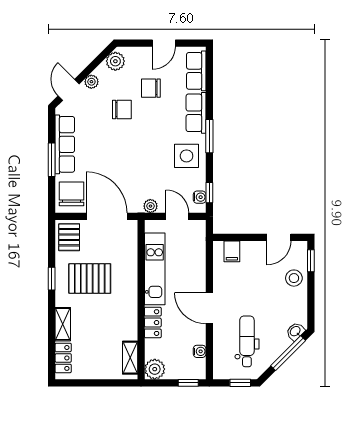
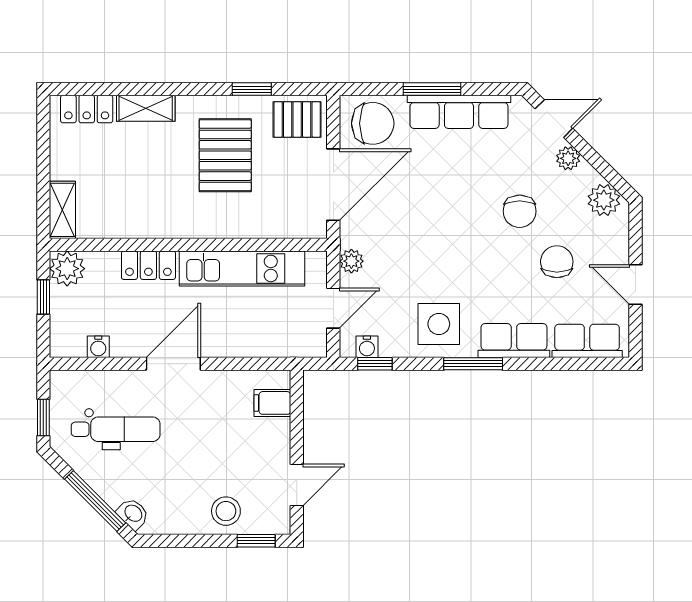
door: (279, 237) -> (297, 485), swing flipped
window: (52, 279) -> (252, 89), moved
shelving: (130, 358) -> (62, 210), moved, turned 90
window: (188, 383) -> (43, 297), moved

